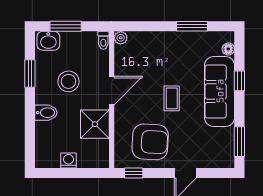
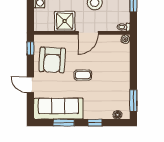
window: (192, 26) -> (133, 101), moved
door: (112, 91) -> (88, 33), hinge flipped
sofa: (220, 91) -> (58, 109), moved
window: (239, 142) -> (64, 123), moved

